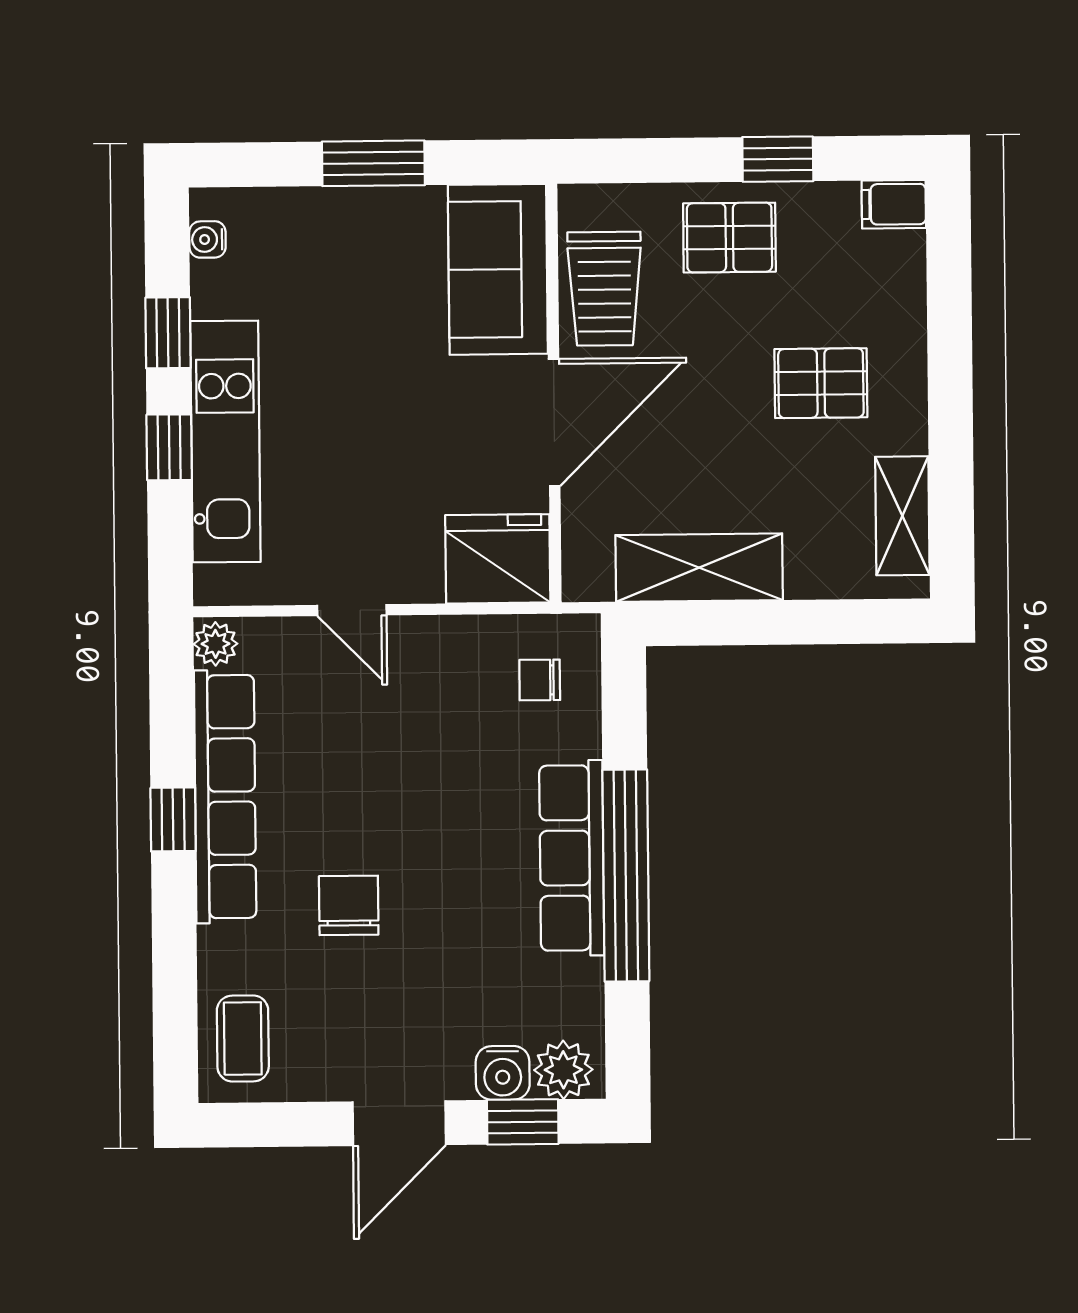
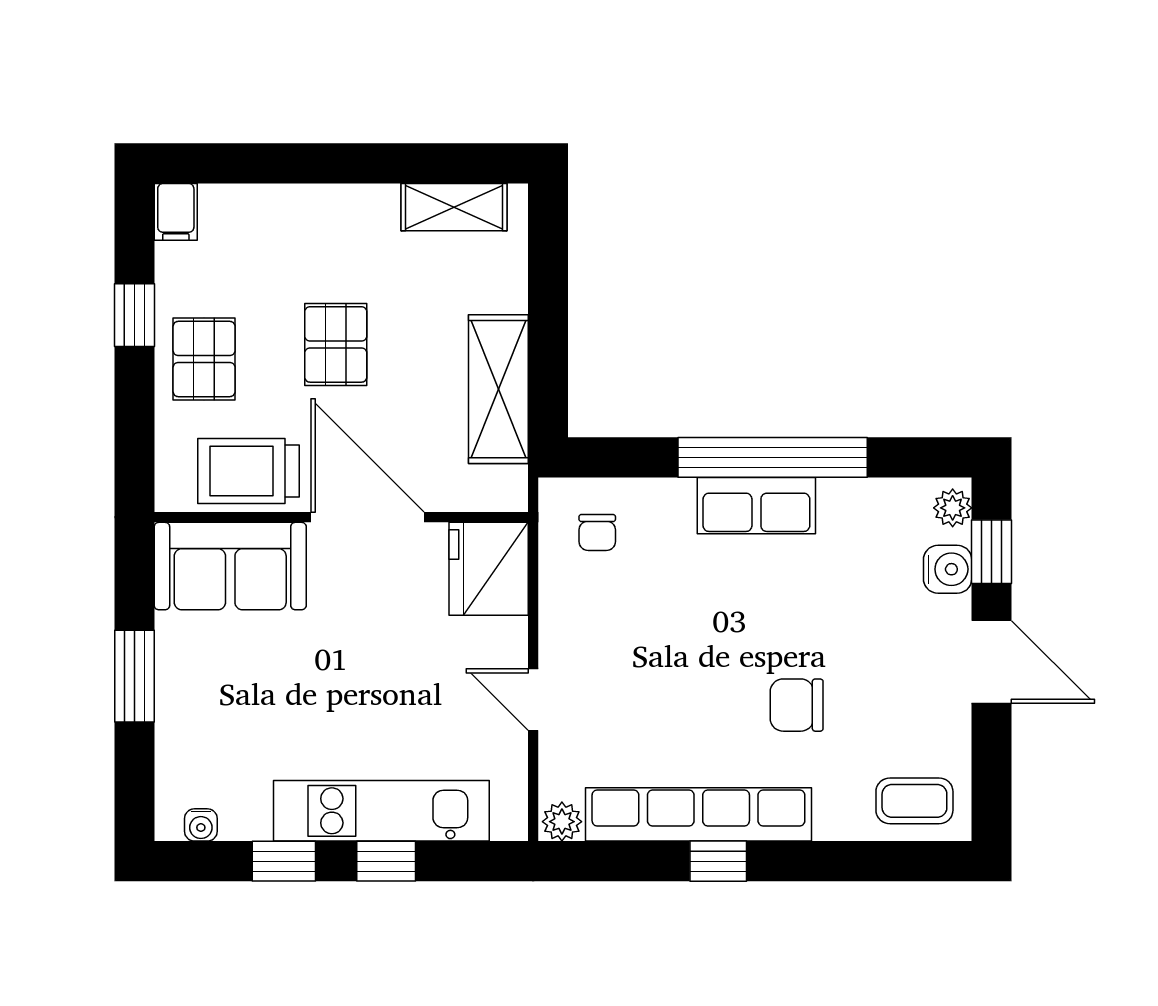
trolley: (604, 289) -> (249, 471), turned 180
pallet: (821, 383) -> (336, 344), moved
door: (352, 610) -> (533, 700), swing flipped
row of seats: (572, 858) -> (756, 506), width x0.68
plant: (563, 1070) -> (953, 508), width x0.73, depth x0.73

